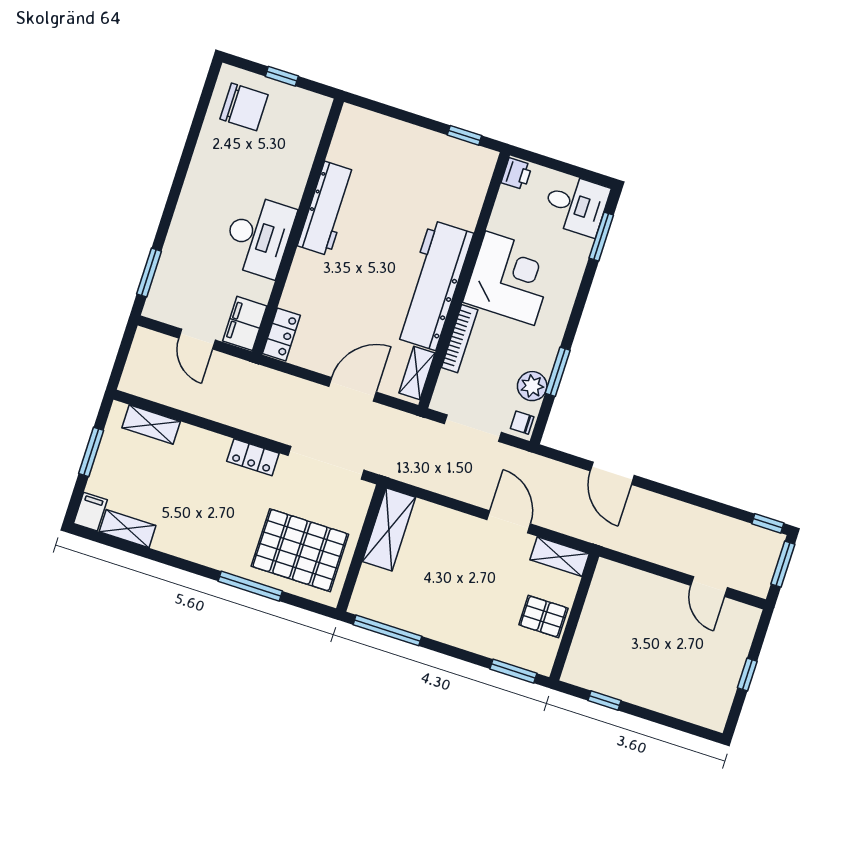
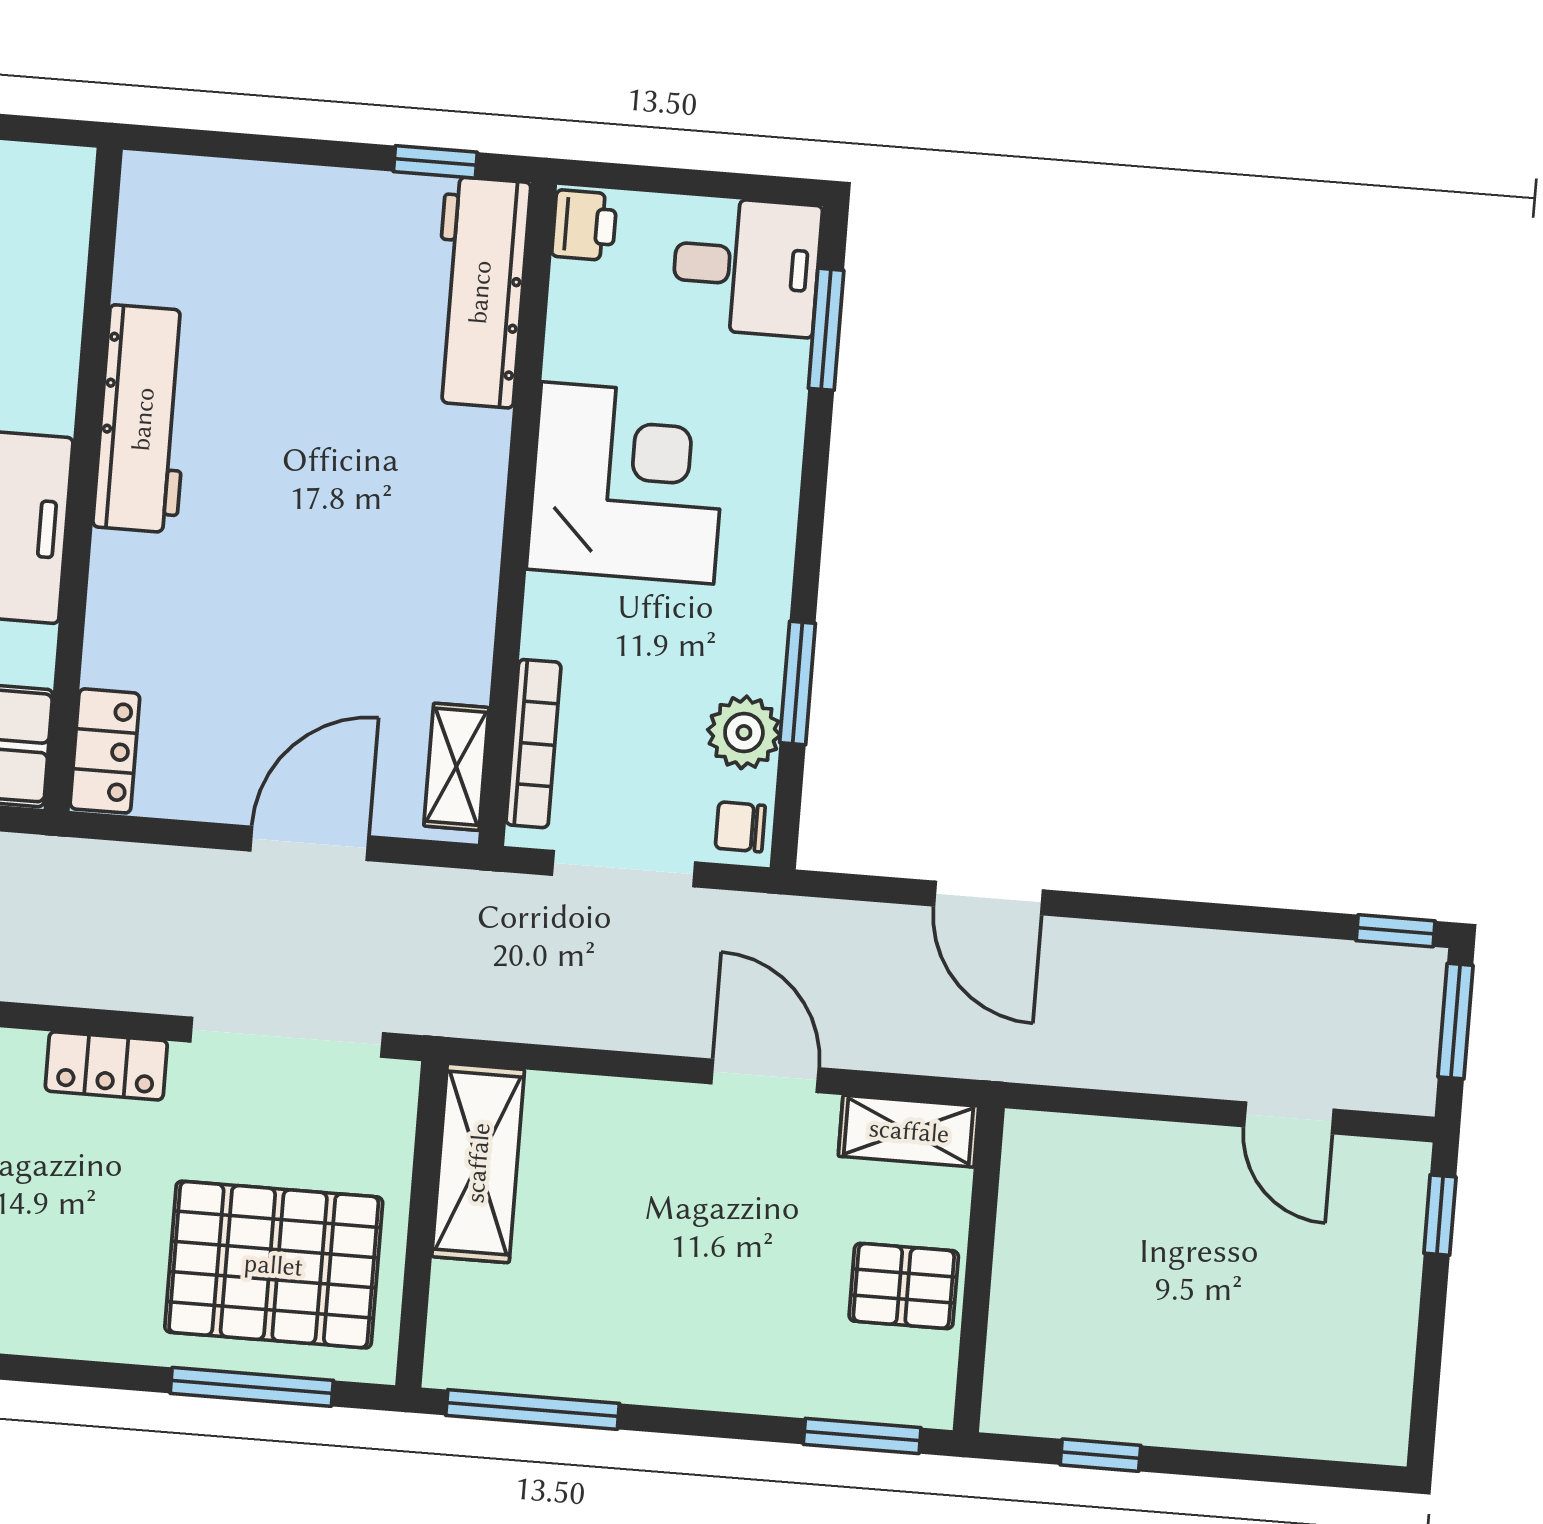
workbench: (433, 285) -> (480, 292), moved, width x0.73, depth x0.76
bookcase: (460, 339) -> (533, 744), moved
window: (250, 586) -> (252, 1387), moved
window: (747, 675) -> (1440, 1215), moved

